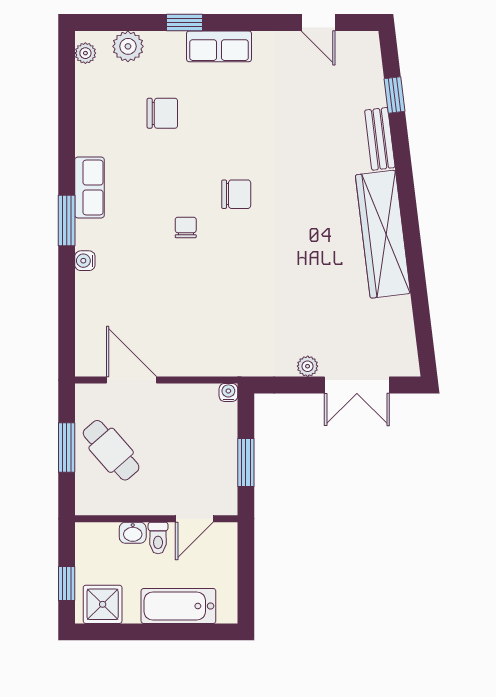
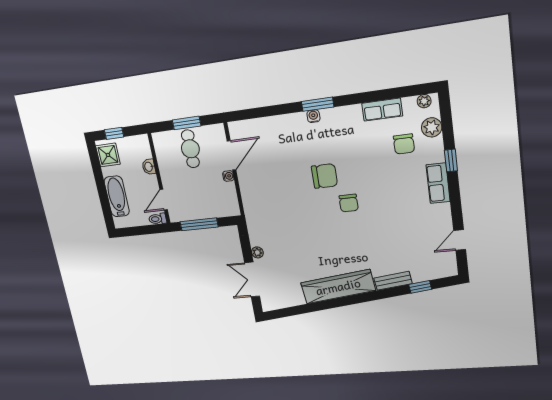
chair: (162, 113) -> (404, 144), moved
row of seats: (90, 188) -> (382, 110), moved
chair: (186, 227) -> (325, 176), width x1.87, depth x1.87
water cooler: (85, 261) -> (313, 116), moved
water cooler: (228, 392) -> (228, 176), moved
cafe table: (111, 450) -> (190, 149), turned -49
window: (246, 462) -> (199, 224), width x1.44
door: (194, 519) -> (164, 200), hinge flipped
toilet: (158, 538) -> (158, 219), moved

